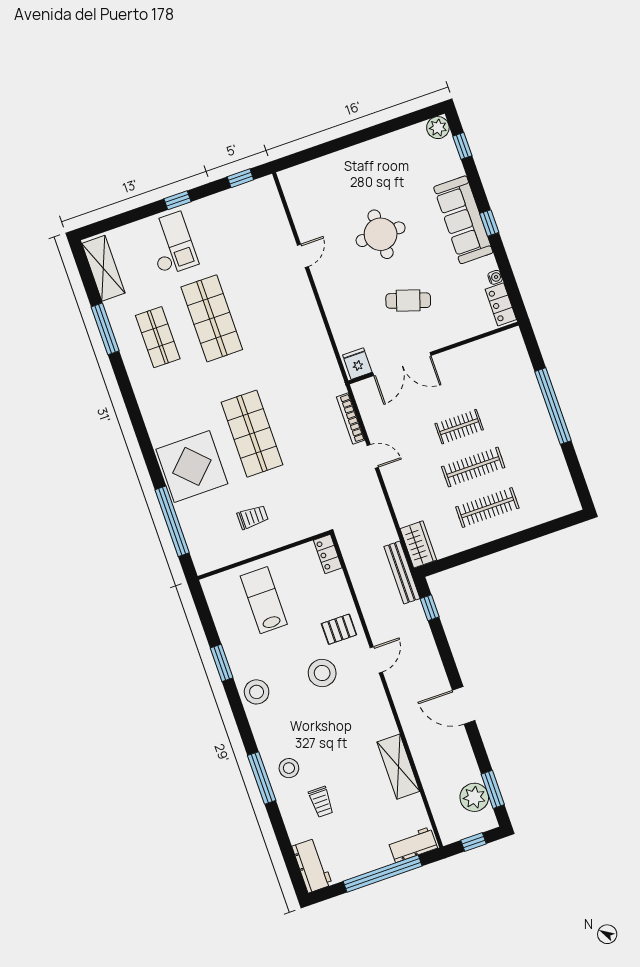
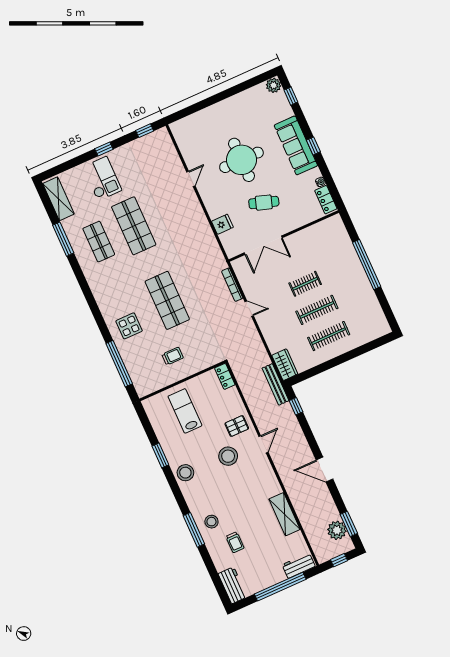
round table: (381, 234) -> (241, 160), width x1.36, depth x1.36
fridge: (357, 364) -> (222, 224), moved, turned 90
display table: (192, 466) -> (129, 326), width x0.54, depth x0.54

